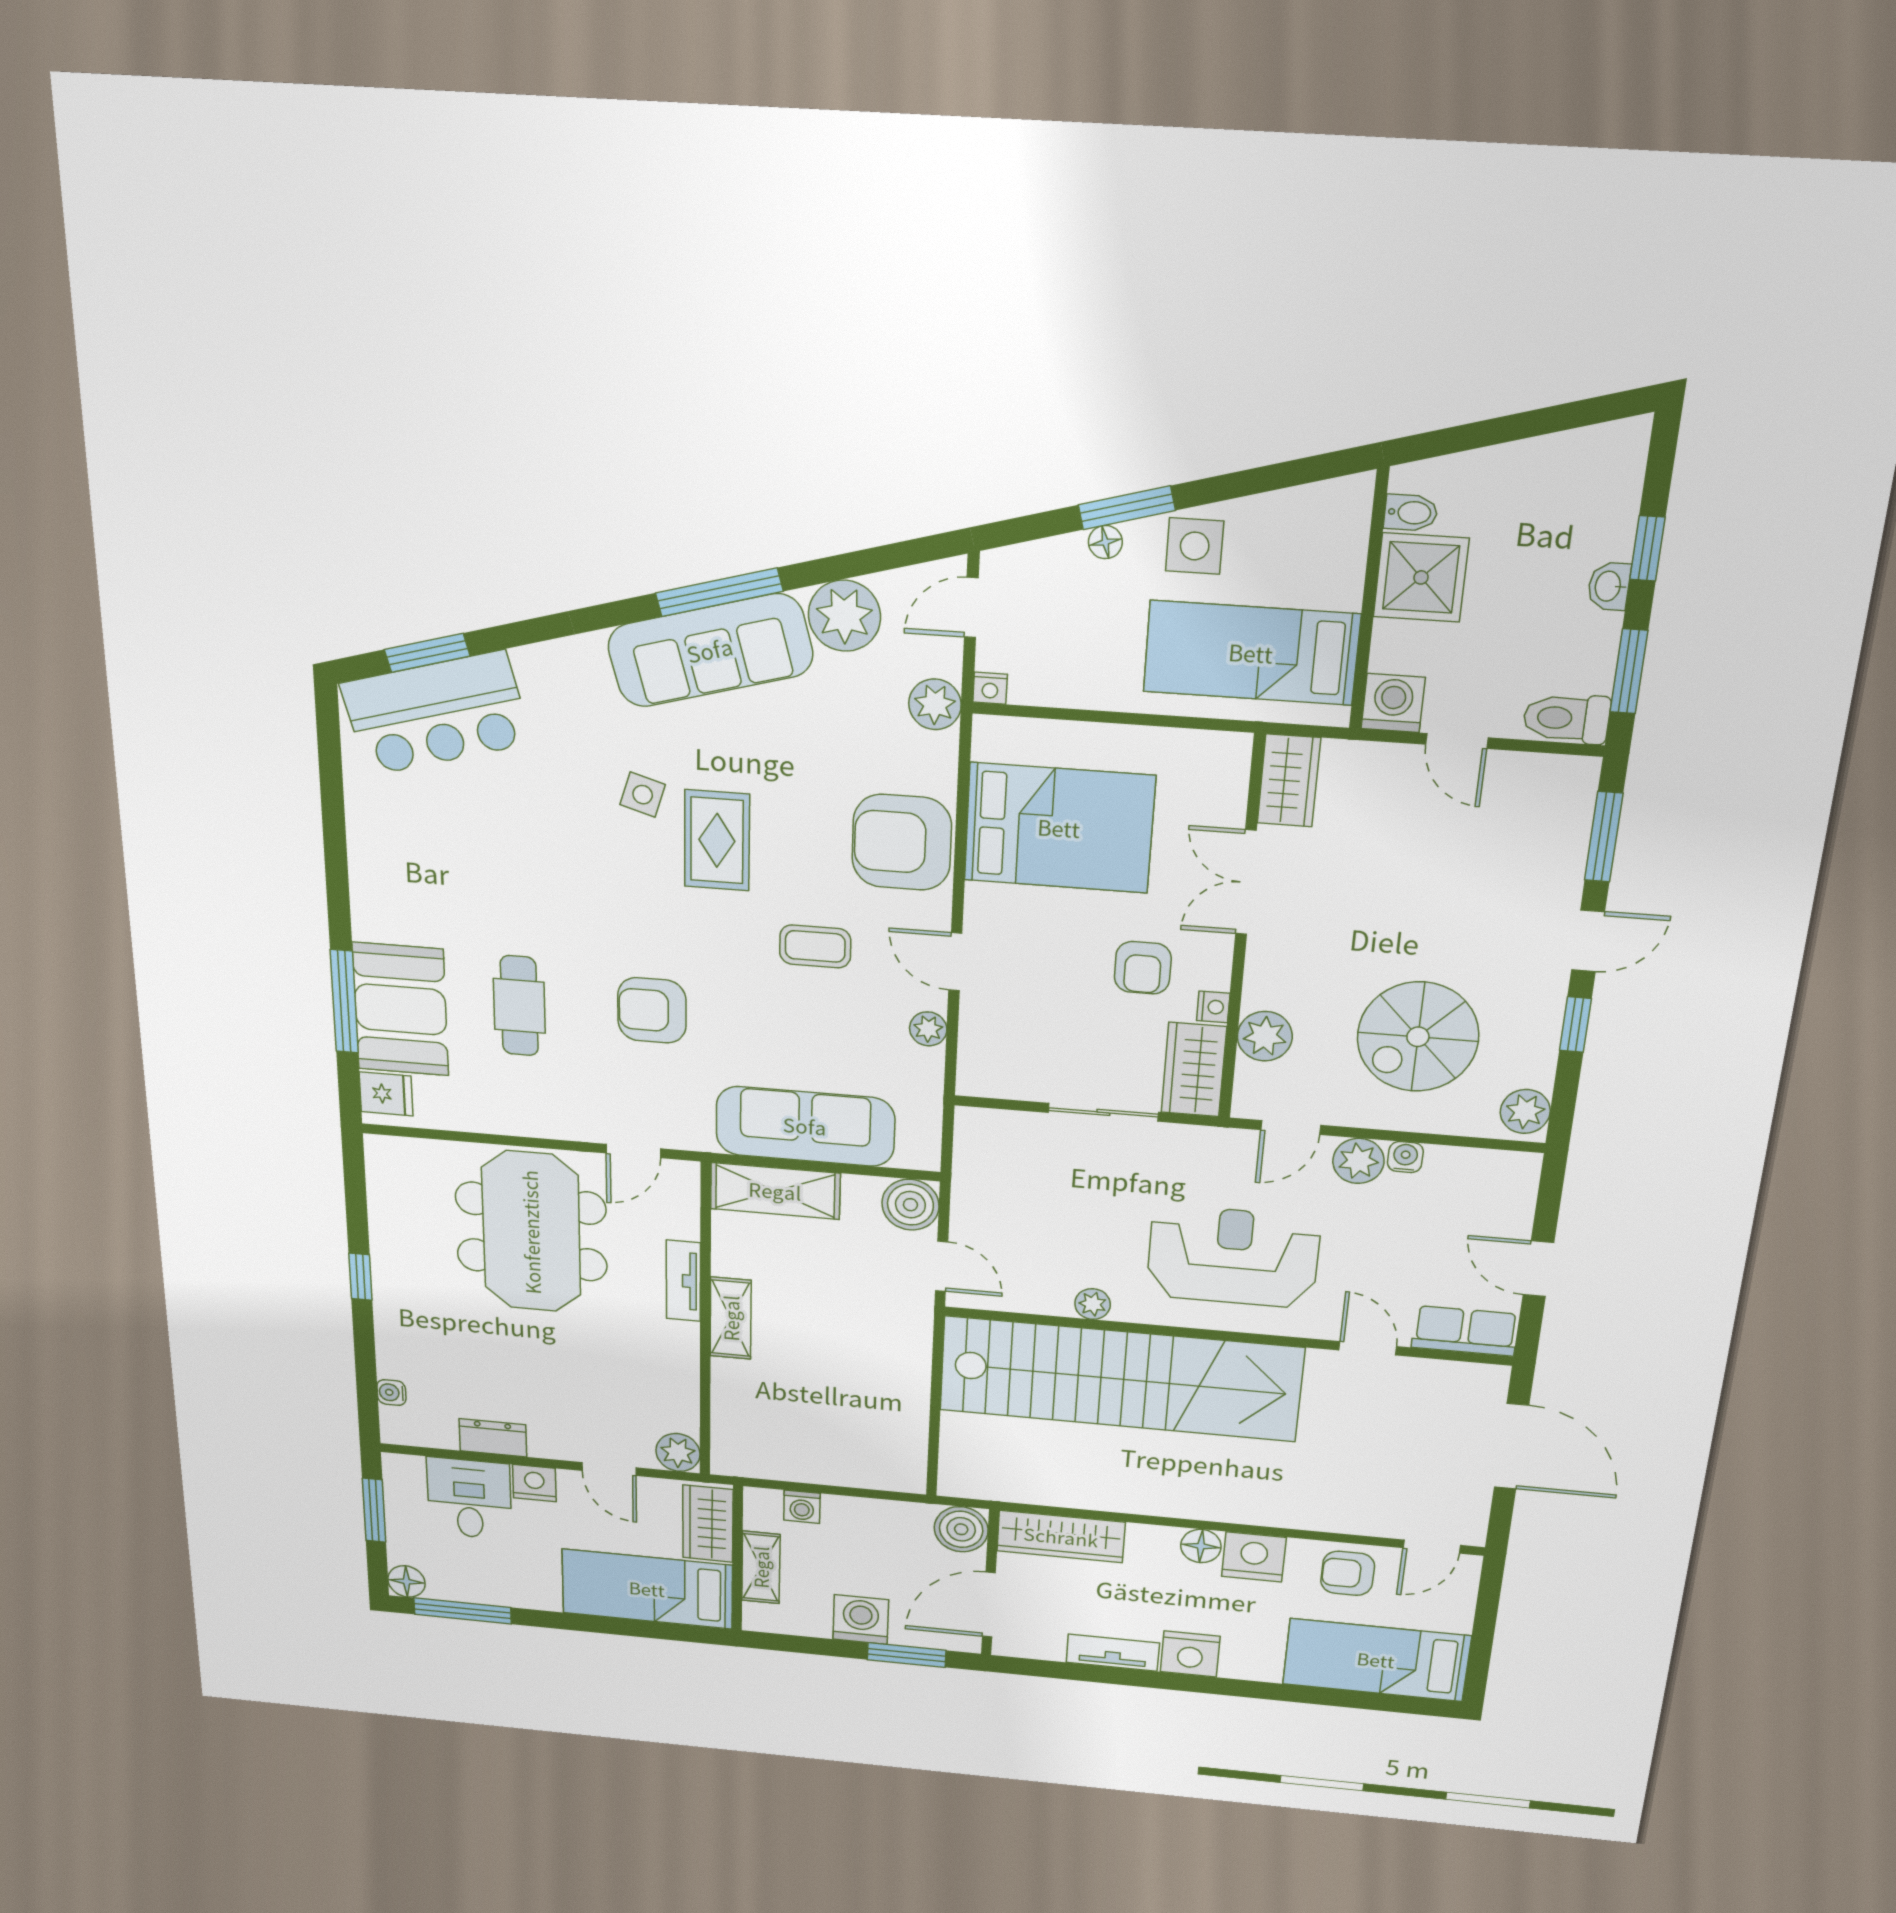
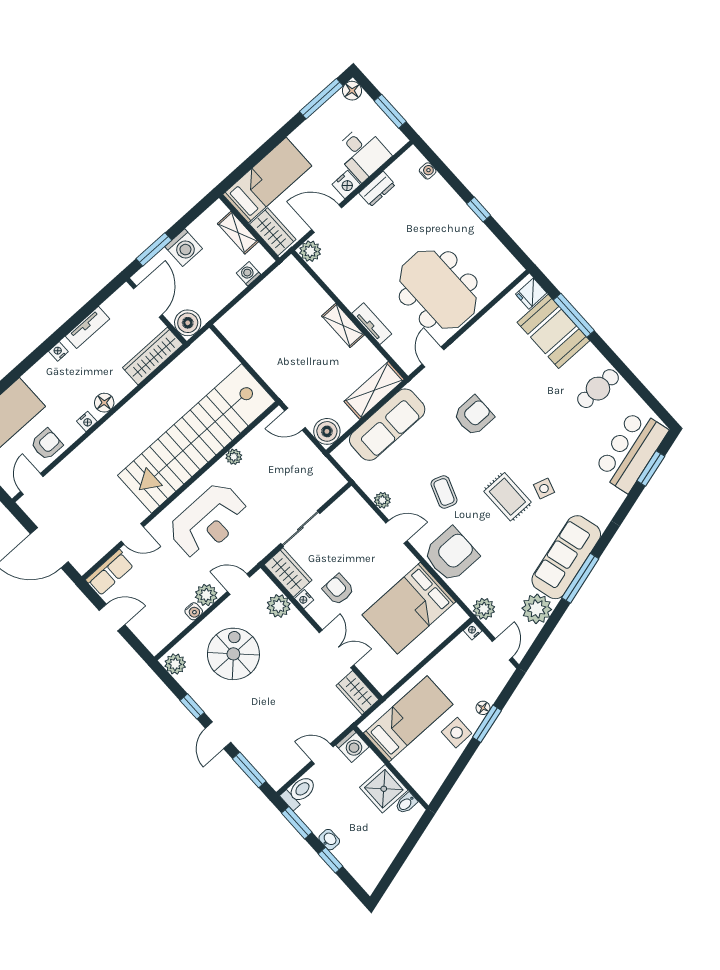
coffee table: (815, 946) -> (444, 492), turned -70
cafe table: (519, 1006) -> (598, 389), moved, turned 90
door: (1291, 1128) -> (239, 584), hinge flipped
door: (609, 1469) -> (327, 219), width x1.38
nightstand: (1254, 1557) -> (87, 421), width x0.53, depth x0.56
nightstand: (1190, 1654) -> (58, 351), width x0.53, depth x0.56

